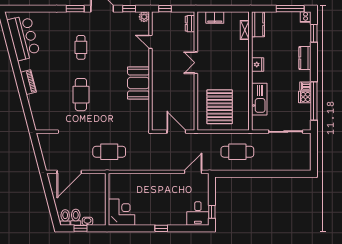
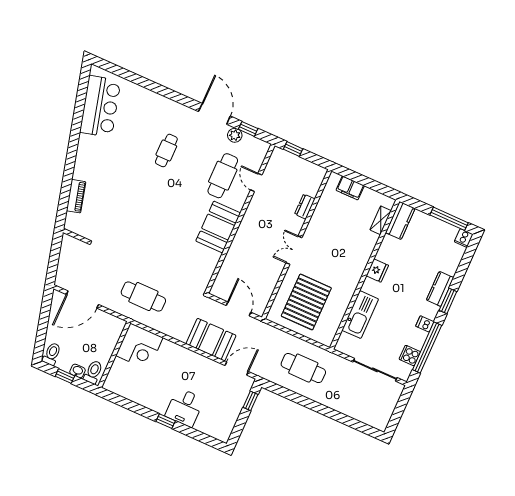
window: (75, 9) -> (181, 99), removed
plant: (144, 17) -> (235, 135), moved
dresser: (190, 24) -> (305, 207), moved
window: (314, 33) -> (448, 301), moved
double door: (196, 63) -> (294, 250), moved
piano: (28, 82) -> (76, 196), moved
cafe table: (81, 95) -> (223, 176), moved
cooker: (305, 97) -> (410, 356), moved
booth: (167, 160) -> (211, 340), added
corner desk: (121, 212) -> (139, 347), moved, turned 90
window: (212, 212) -> (250, 401), moved
desk: (198, 213) -> (185, 407), moved
toilet: (76, 217) -> (93, 372), moved

